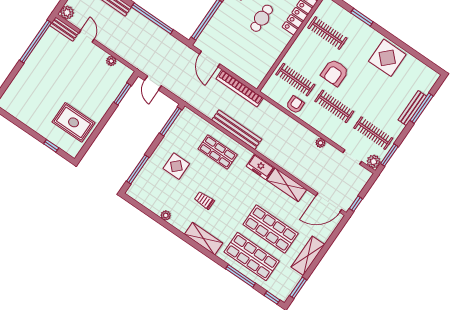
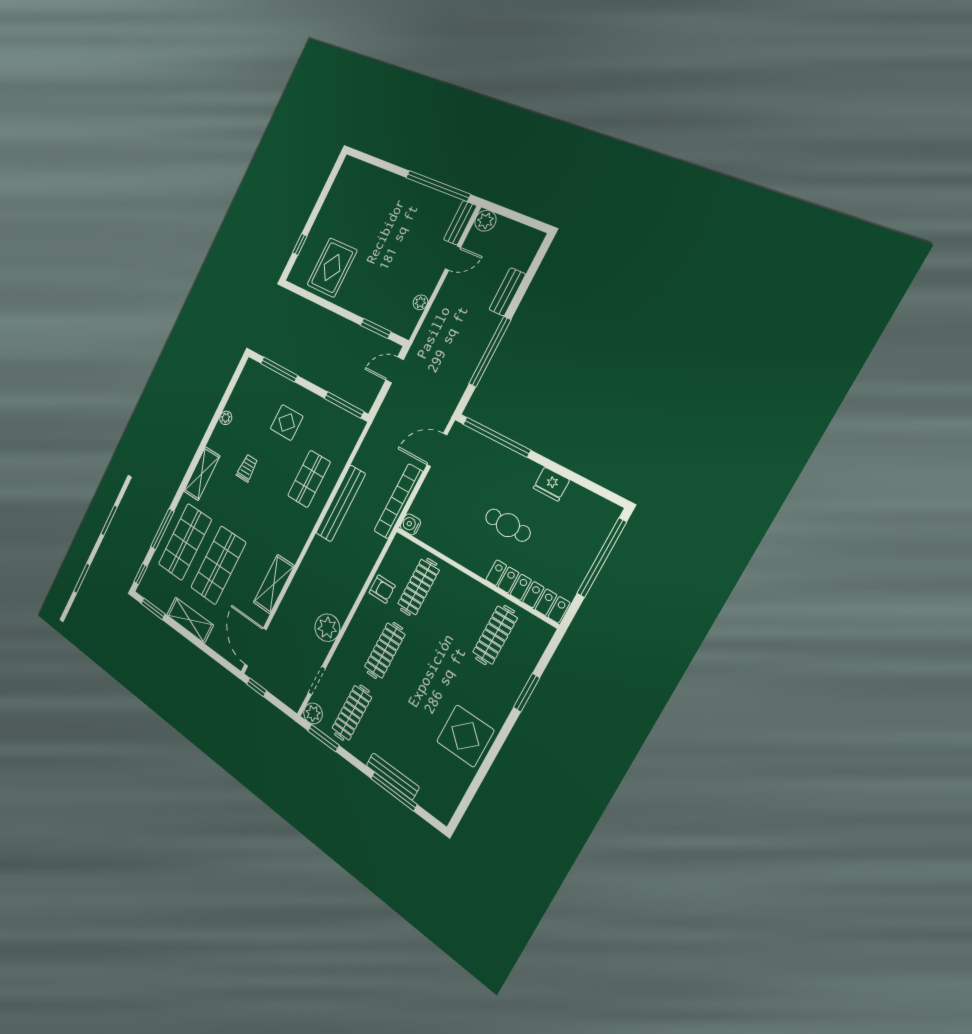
armchair: (335, 73) -> (434, 649), removed
water cooler: (255, 81) -> (410, 524), added
plant: (320, 143) -> (327, 628), width x1.88, depth x1.88
freezer: (260, 167) -> (294, 543), removed

